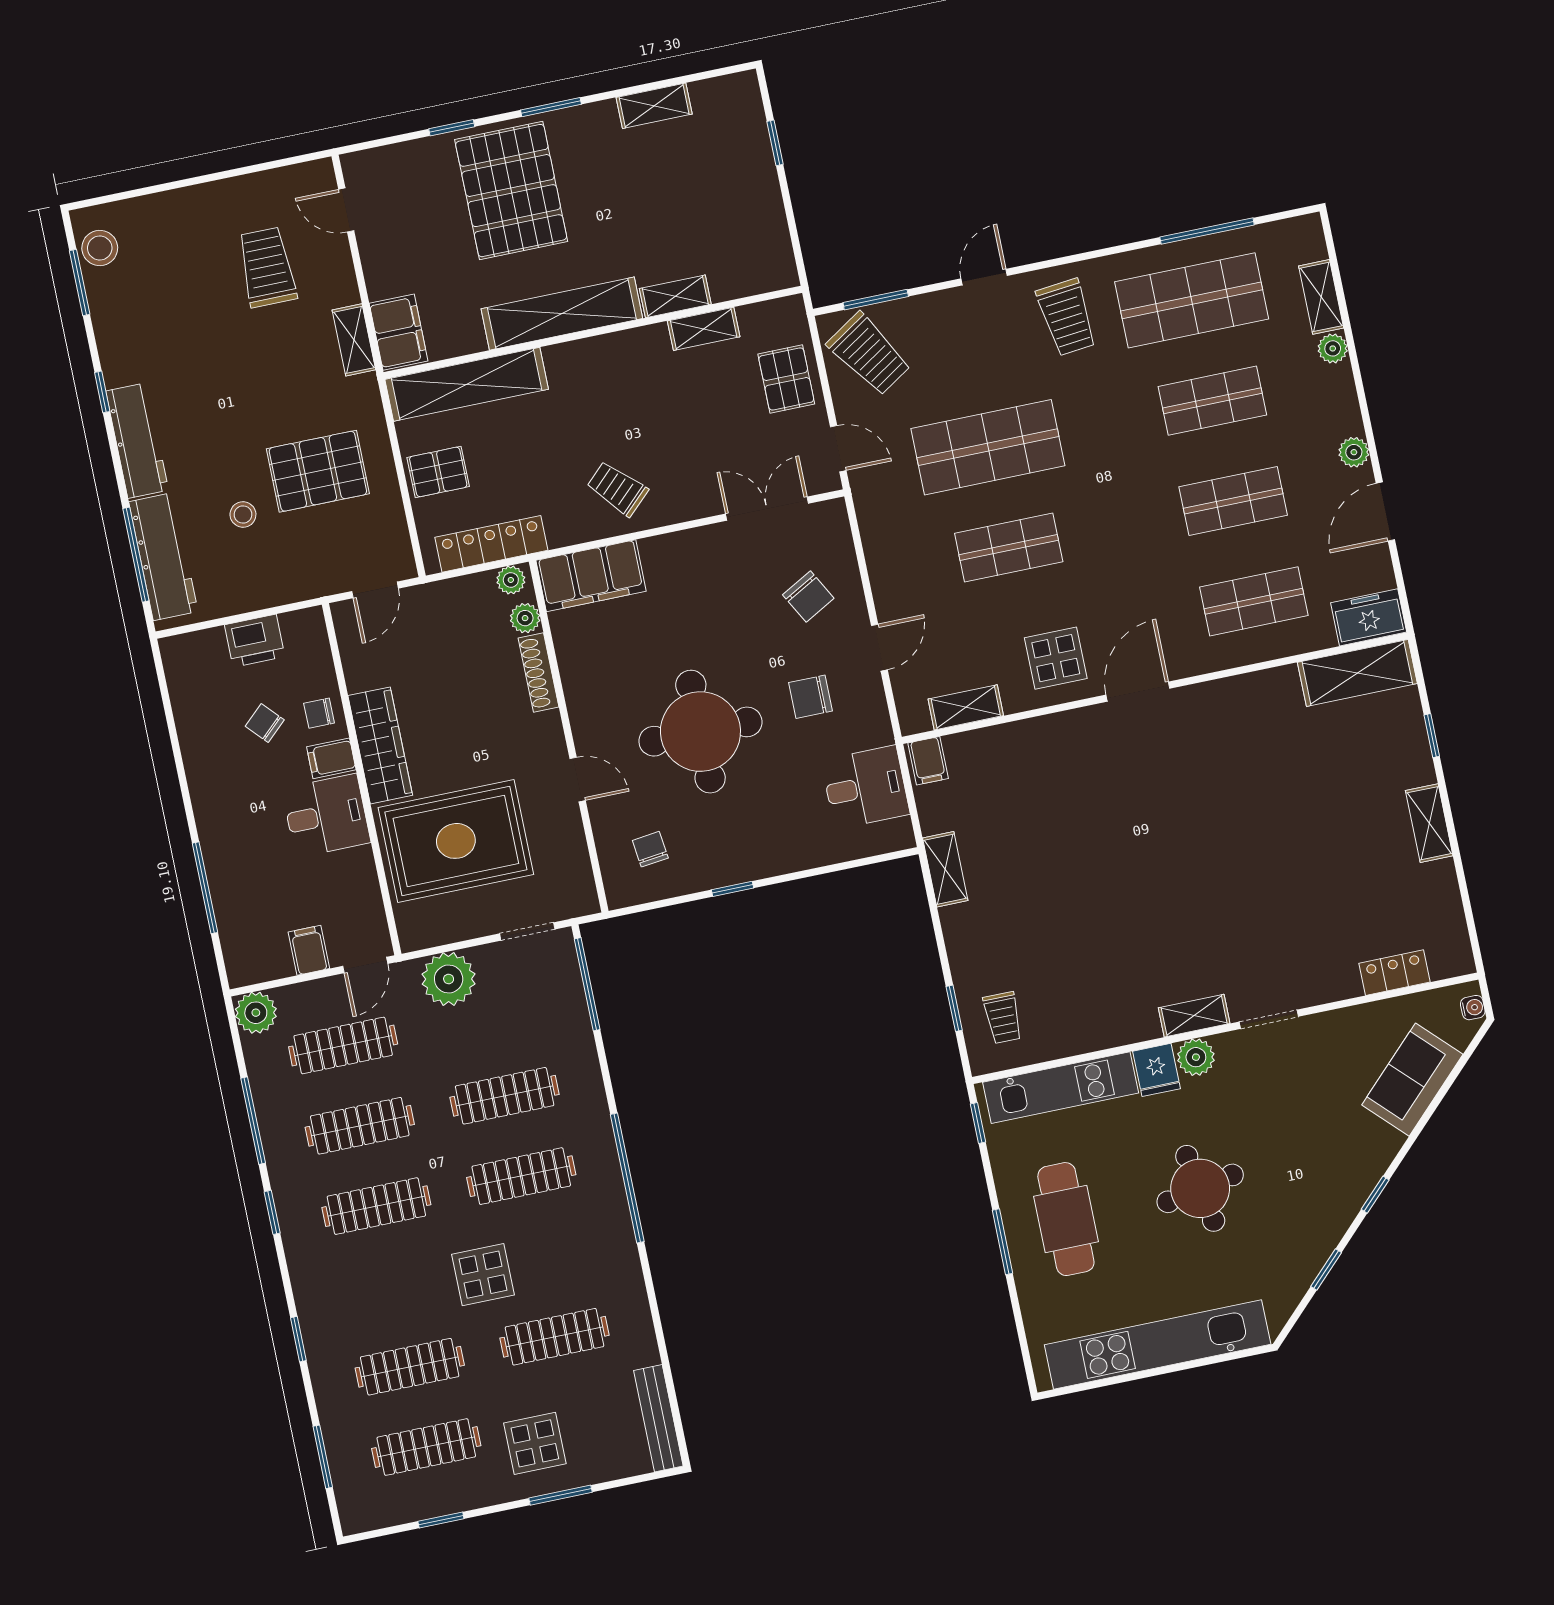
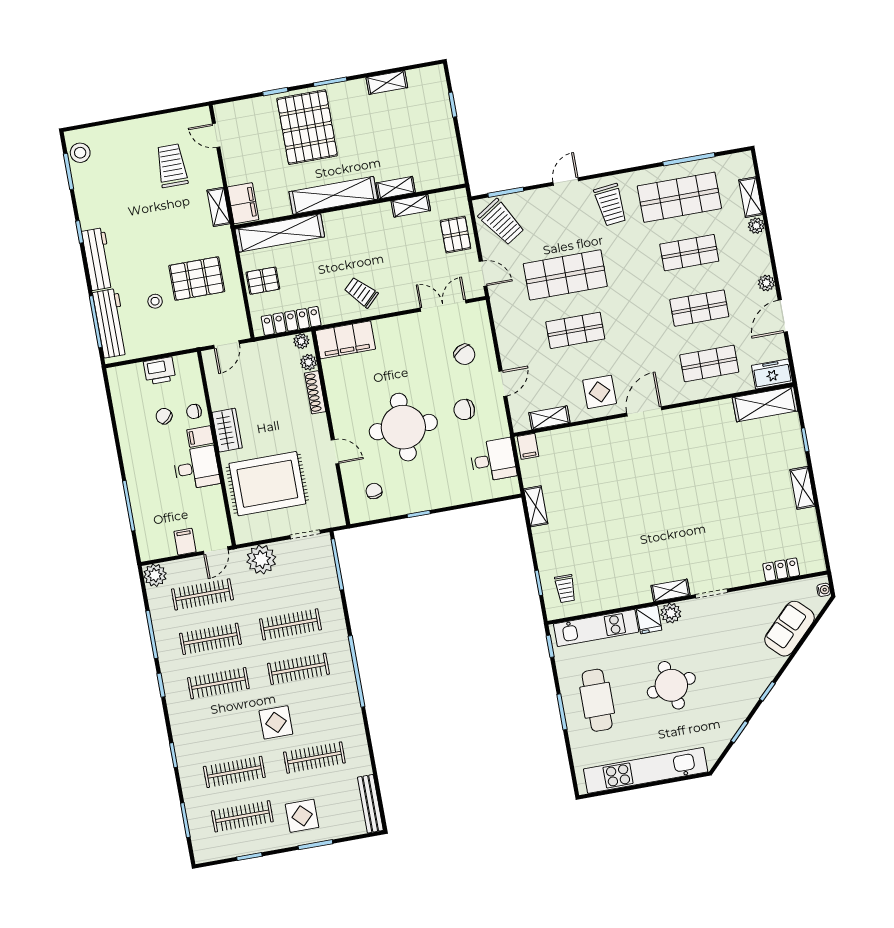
wardrobe: (380, 745) -> (227, 430), width x0.67

